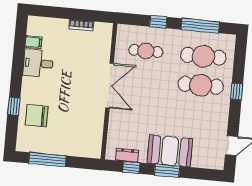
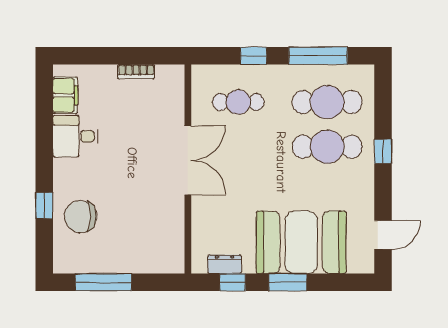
filing cabinet: (33, 42) -> (65, 95), width x2.00
booth: (170, 151) -> (301, 242), width x1.36, depth x1.42

